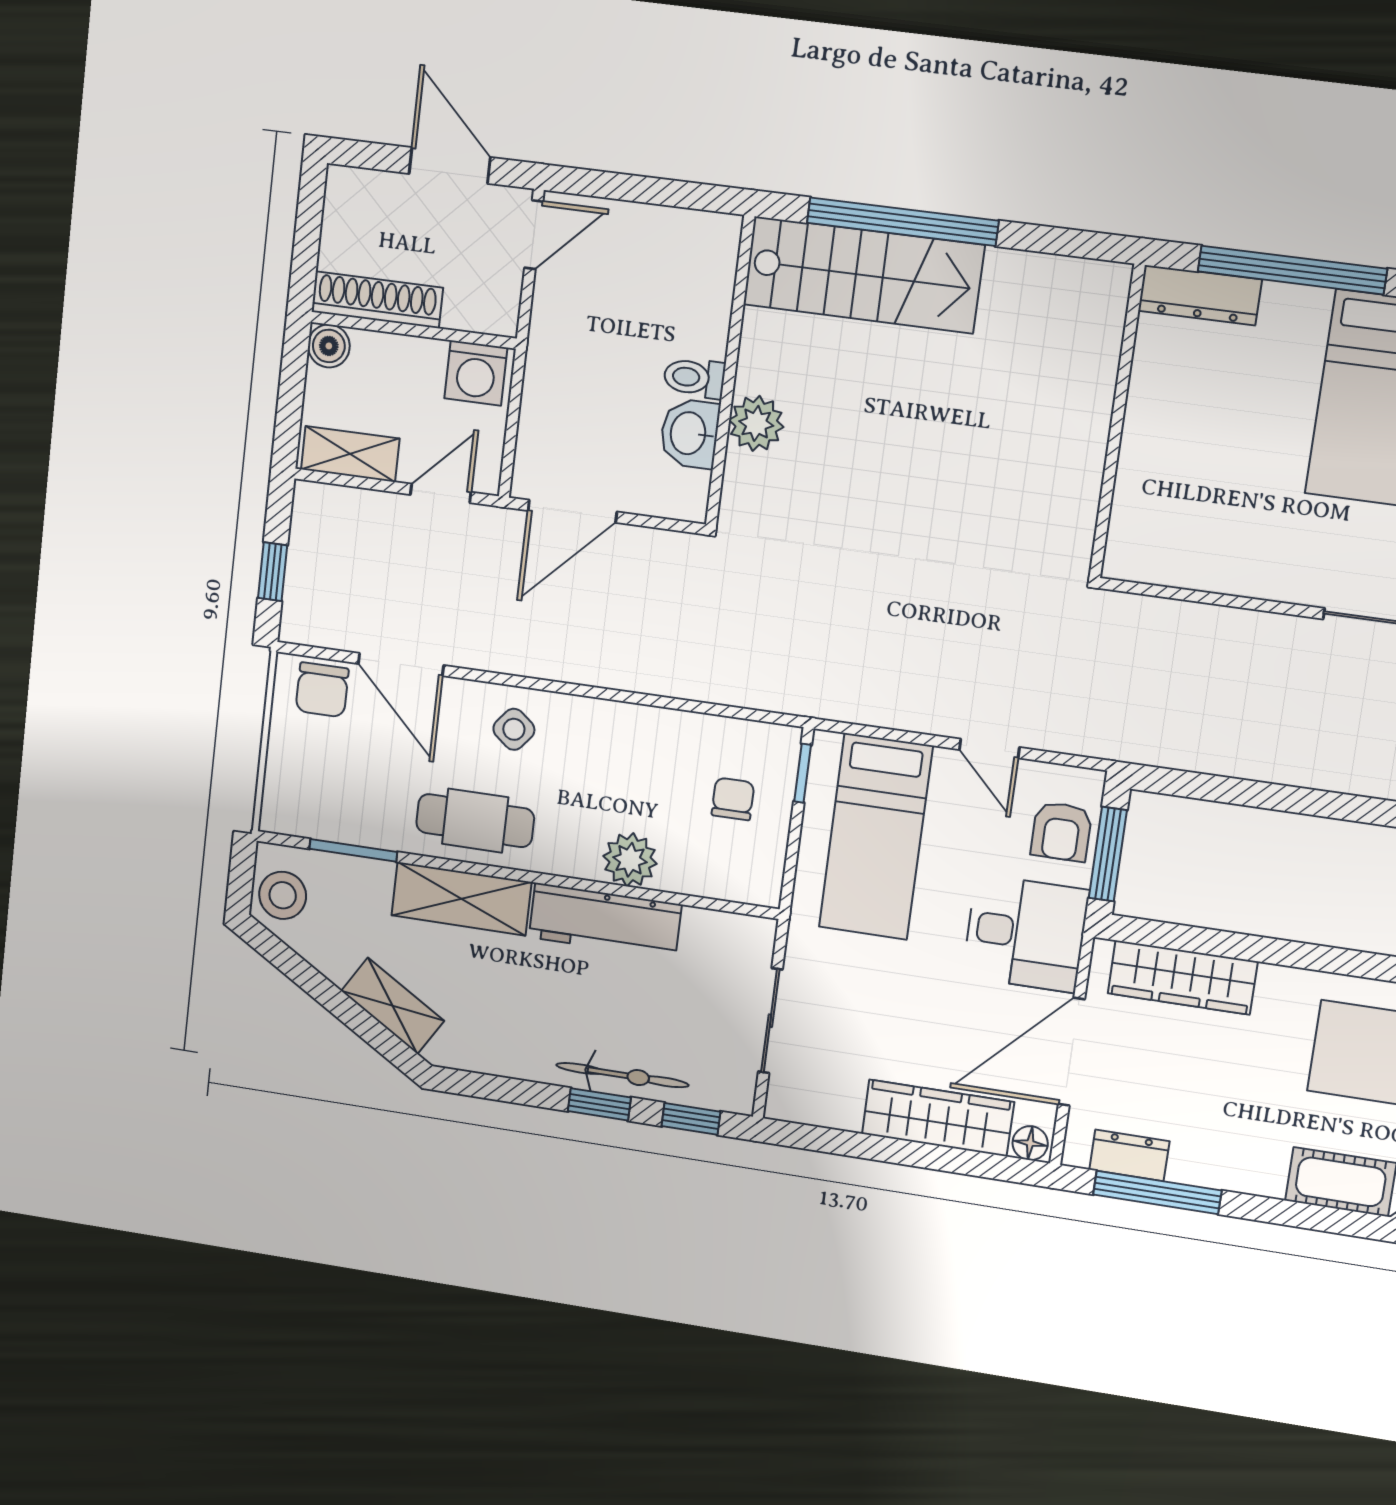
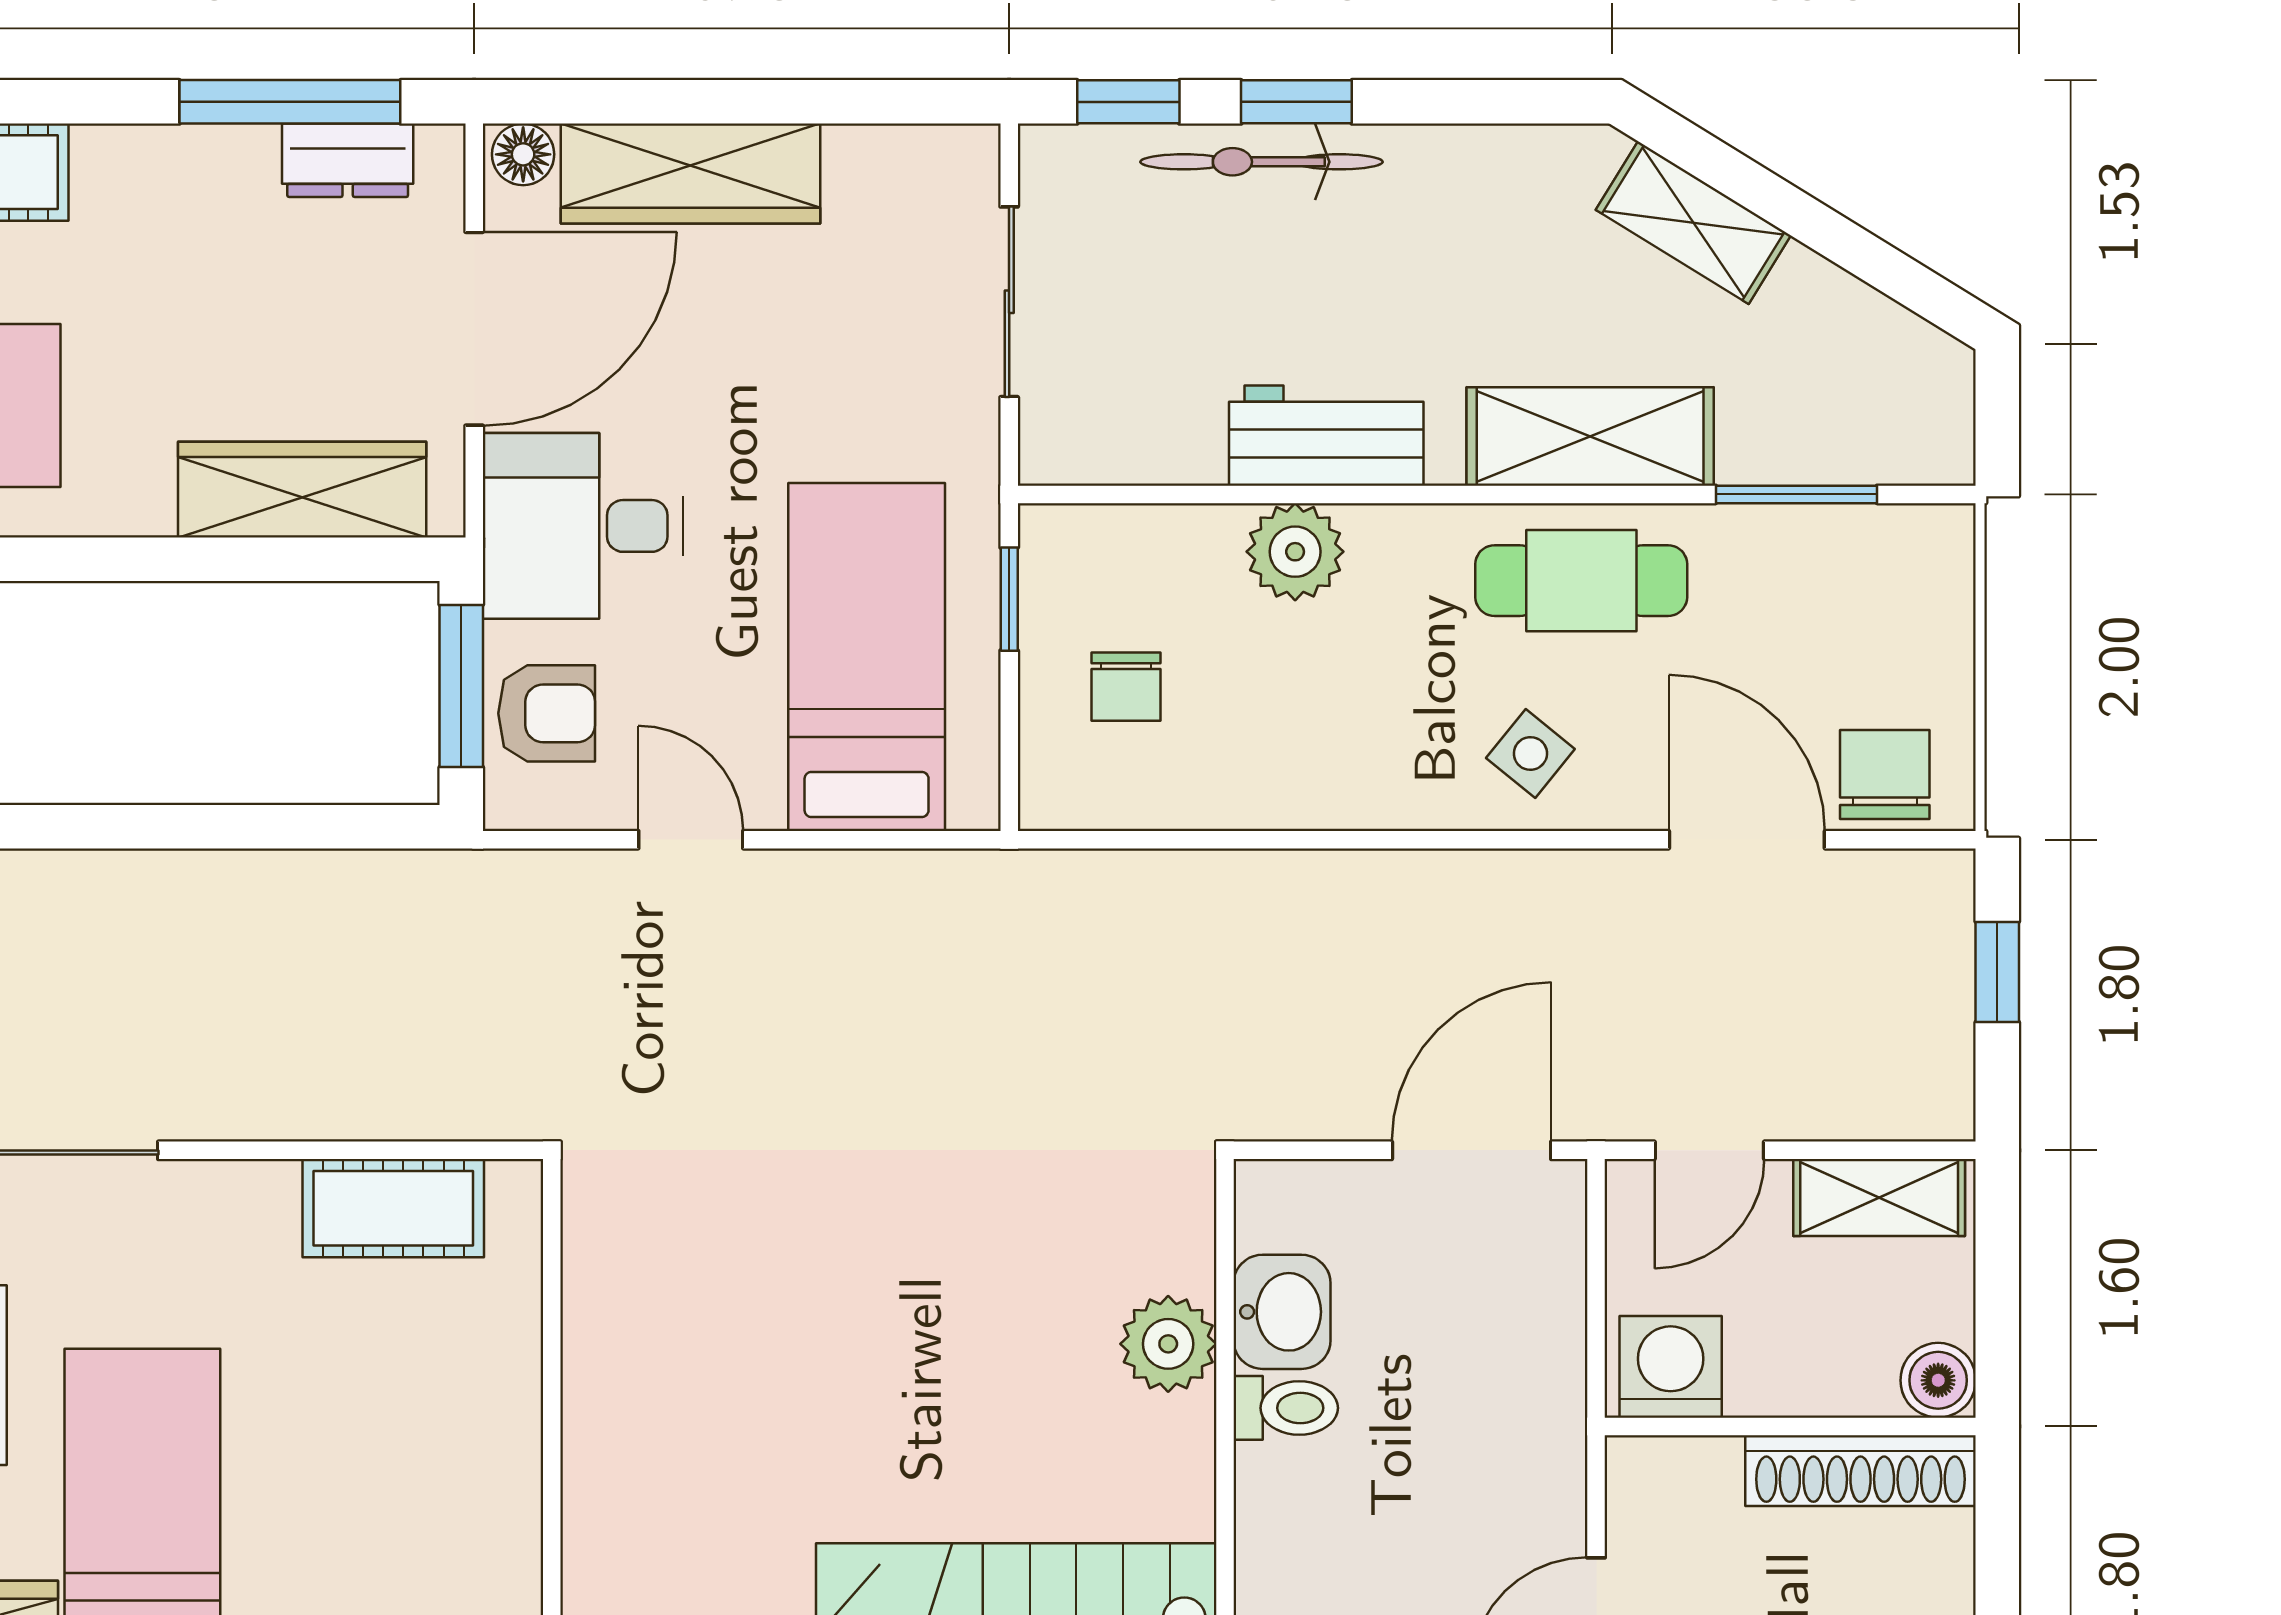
cot: (1191, 561) -> (393, 1208), added
window: (803, 773) -> (1009, 599), moved
armchair: (1061, 832) -> (547, 713), turned 90
stool: (283, 895) -> (1917, 394), removed
workbench: (605, 921) -> (1326, 436), width x0.73

